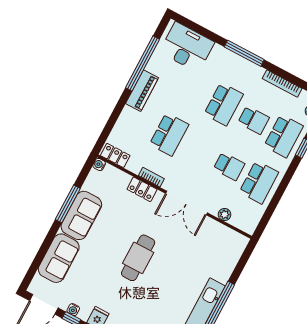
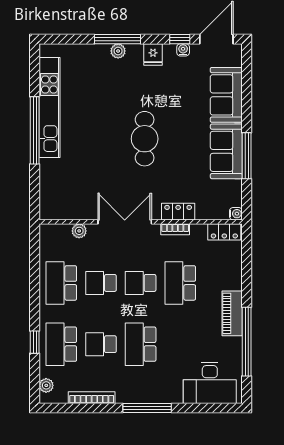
school desk: (199, 150) -> (141, 283), added

